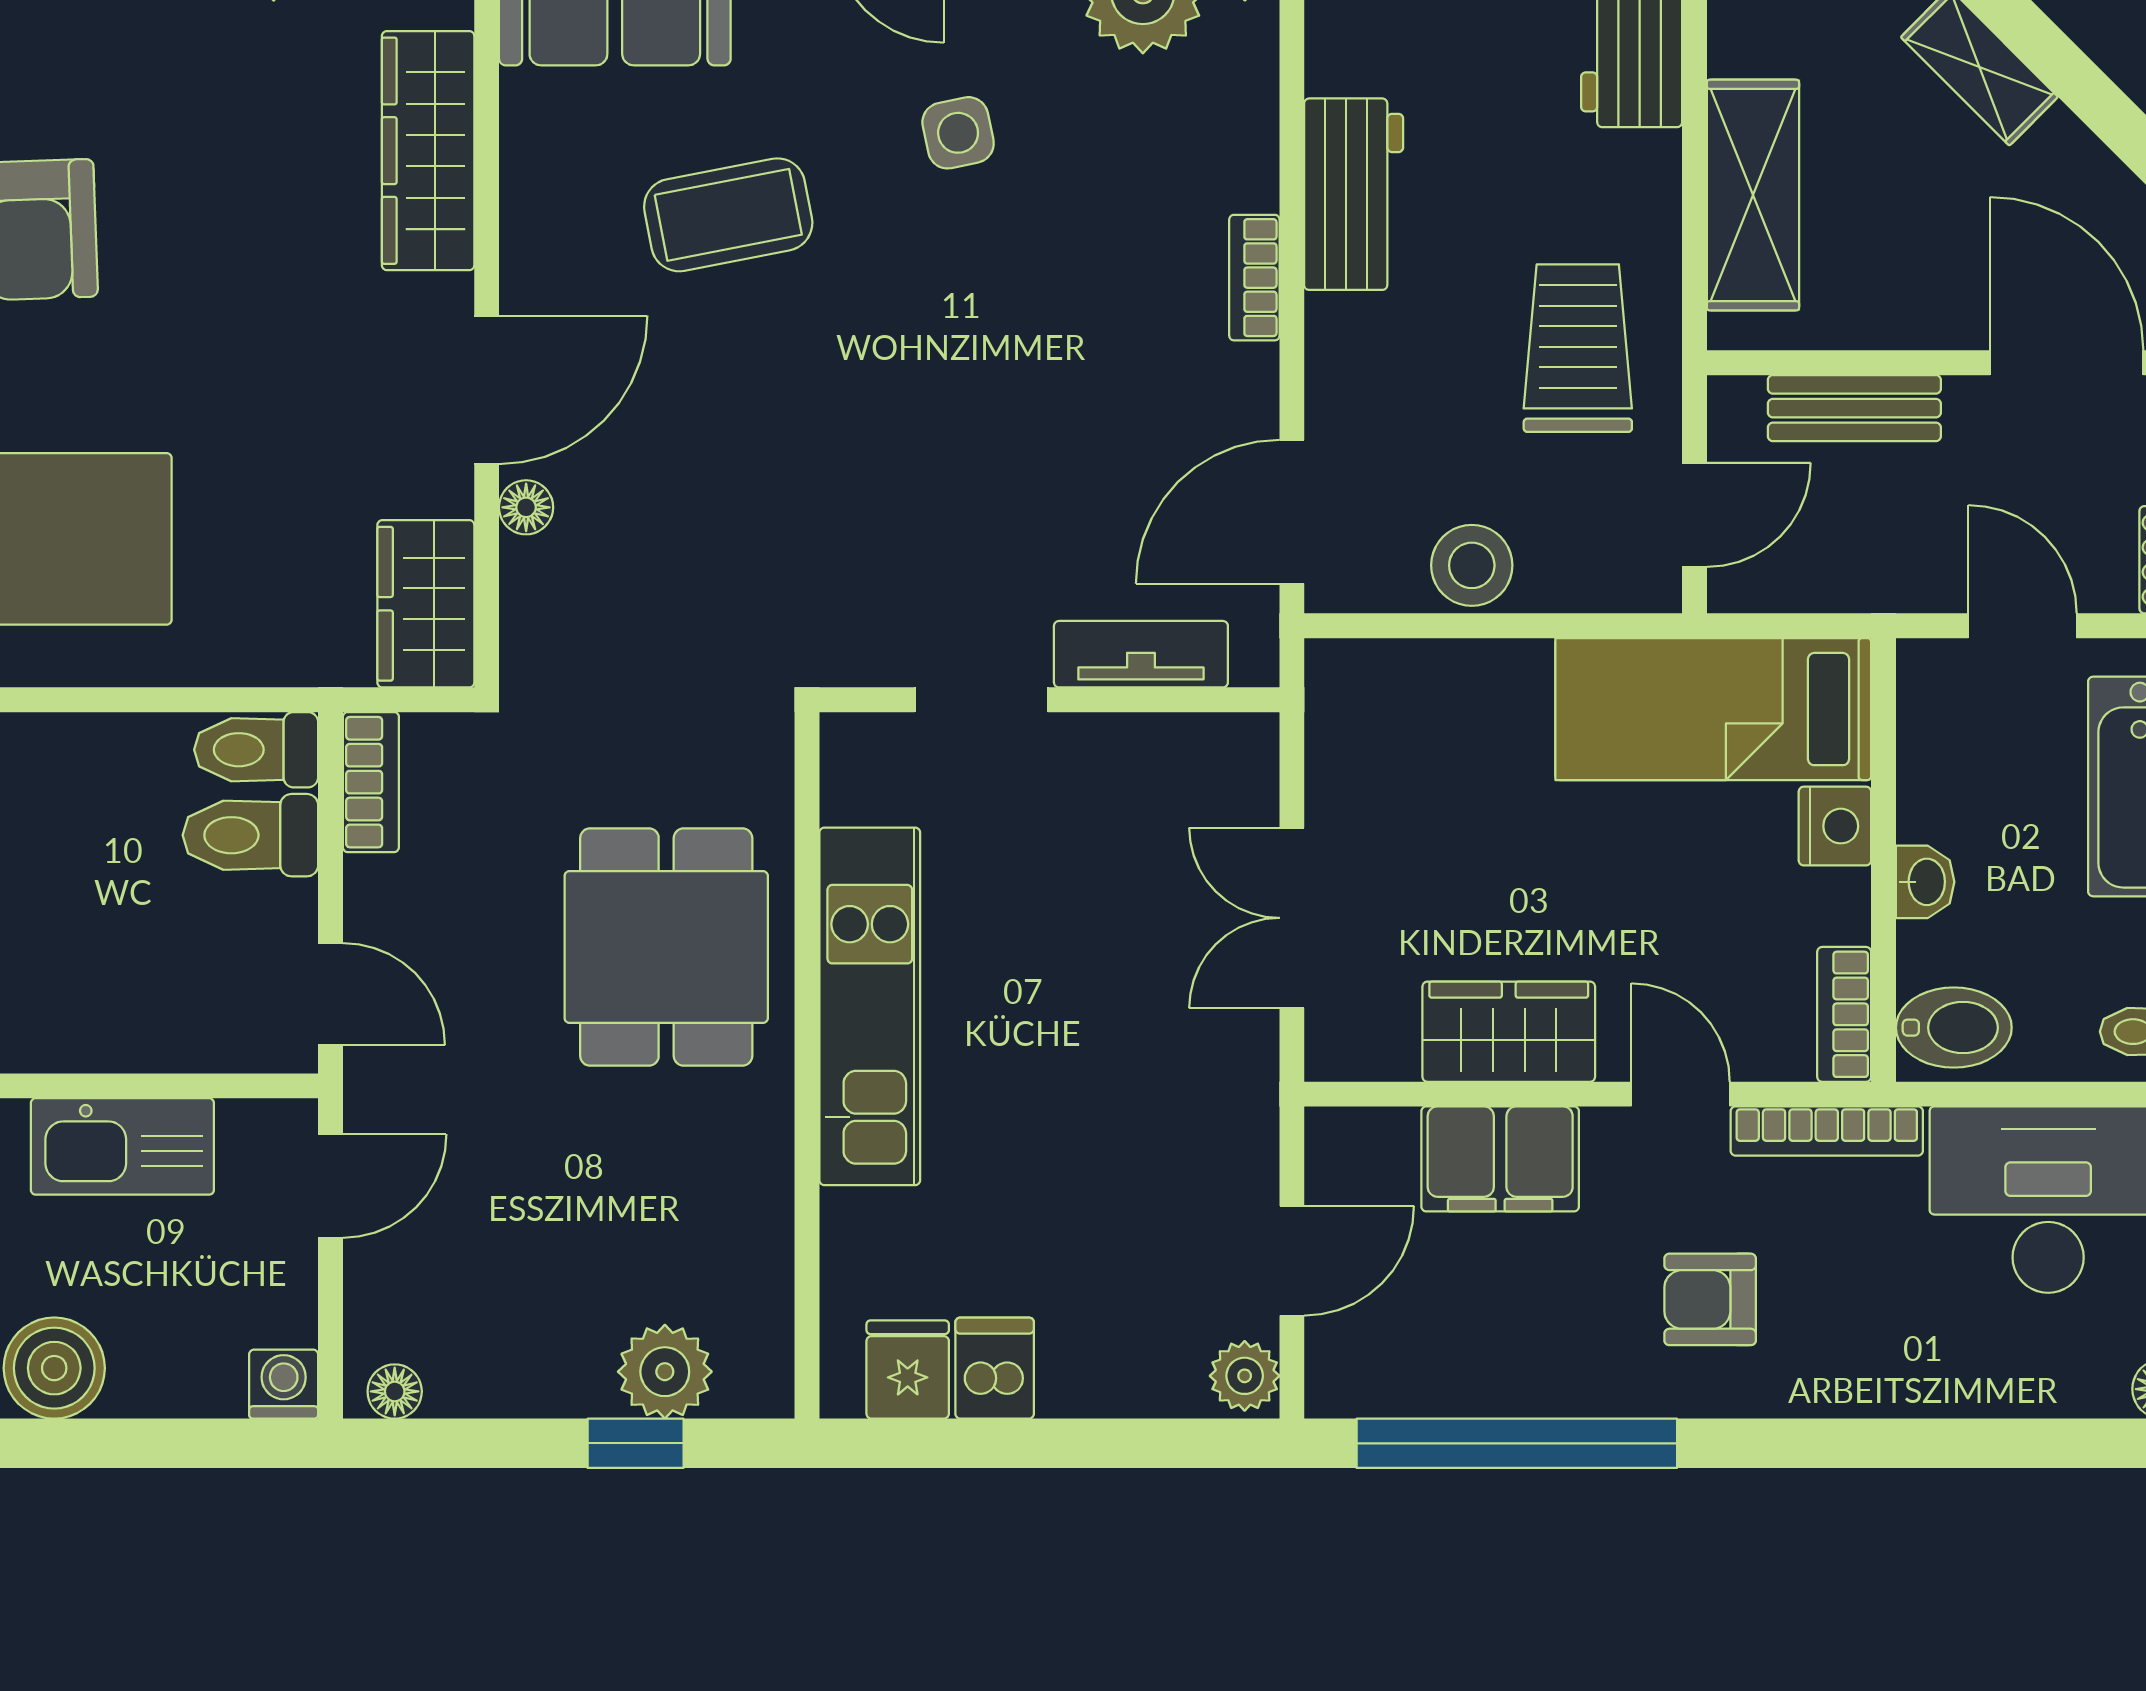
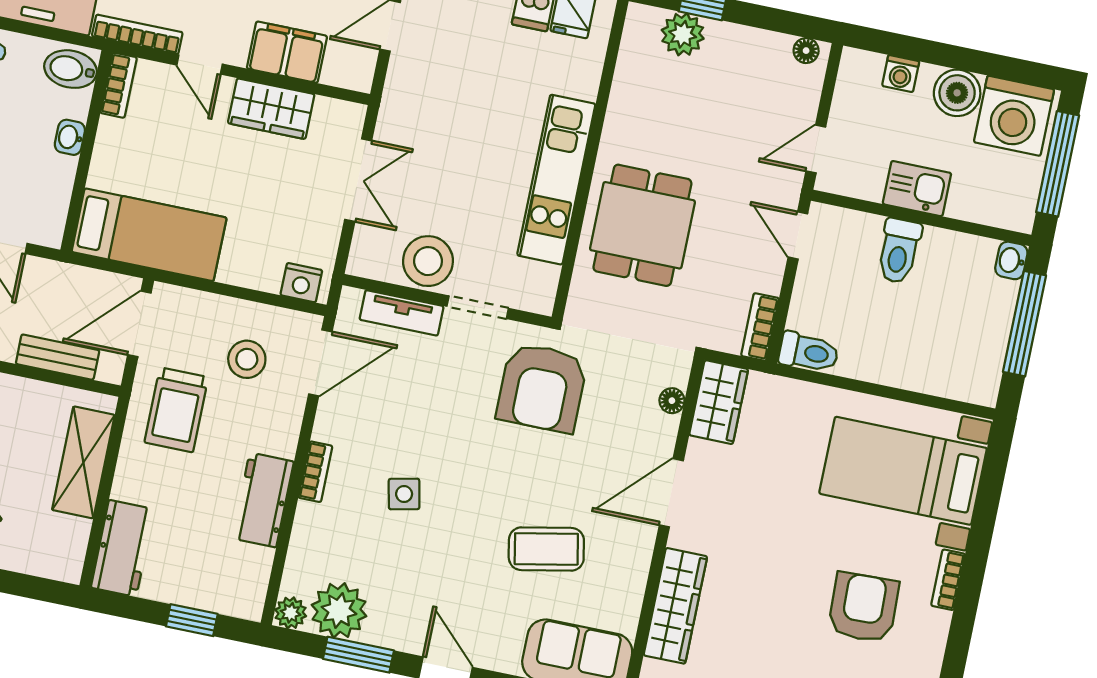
side table: (958, 133) -> (404, 494), moved
floor lamp: (526, 507) -> (672, 401), moved
door: (1694, 515) -> (139, 324), width x1.38
armchair: (809, 557) -> (542, 388), added
stool: (1472, 565) -> (247, 359), moved
stool: (1107, 776) -> (428, 261), added
nightstand: (1835, 826) -> (301, 283), moved, turned -90
toilet: (250, 835) -> (899, 251), moved, turned 90
kitchen sink: (122, 1146) -> (917, 189), width x0.73
washing machine: (284, 1384) -> (901, 74), moved

